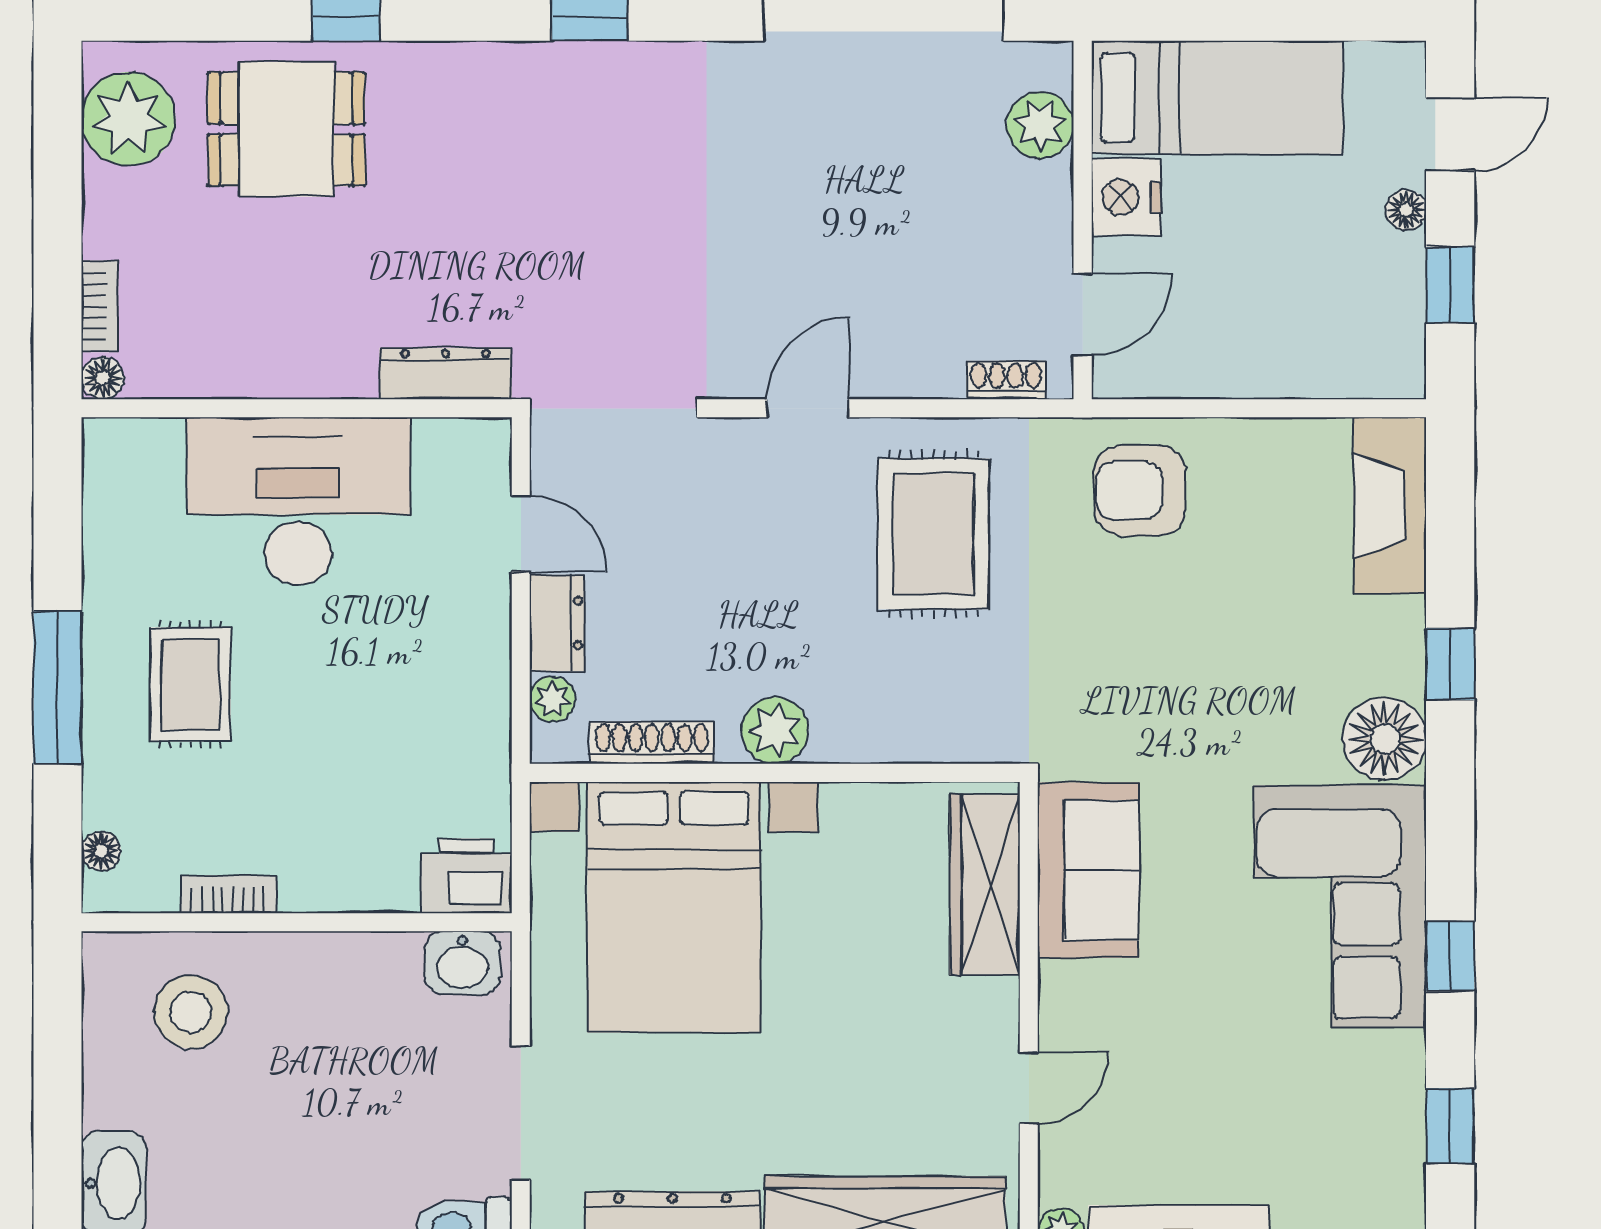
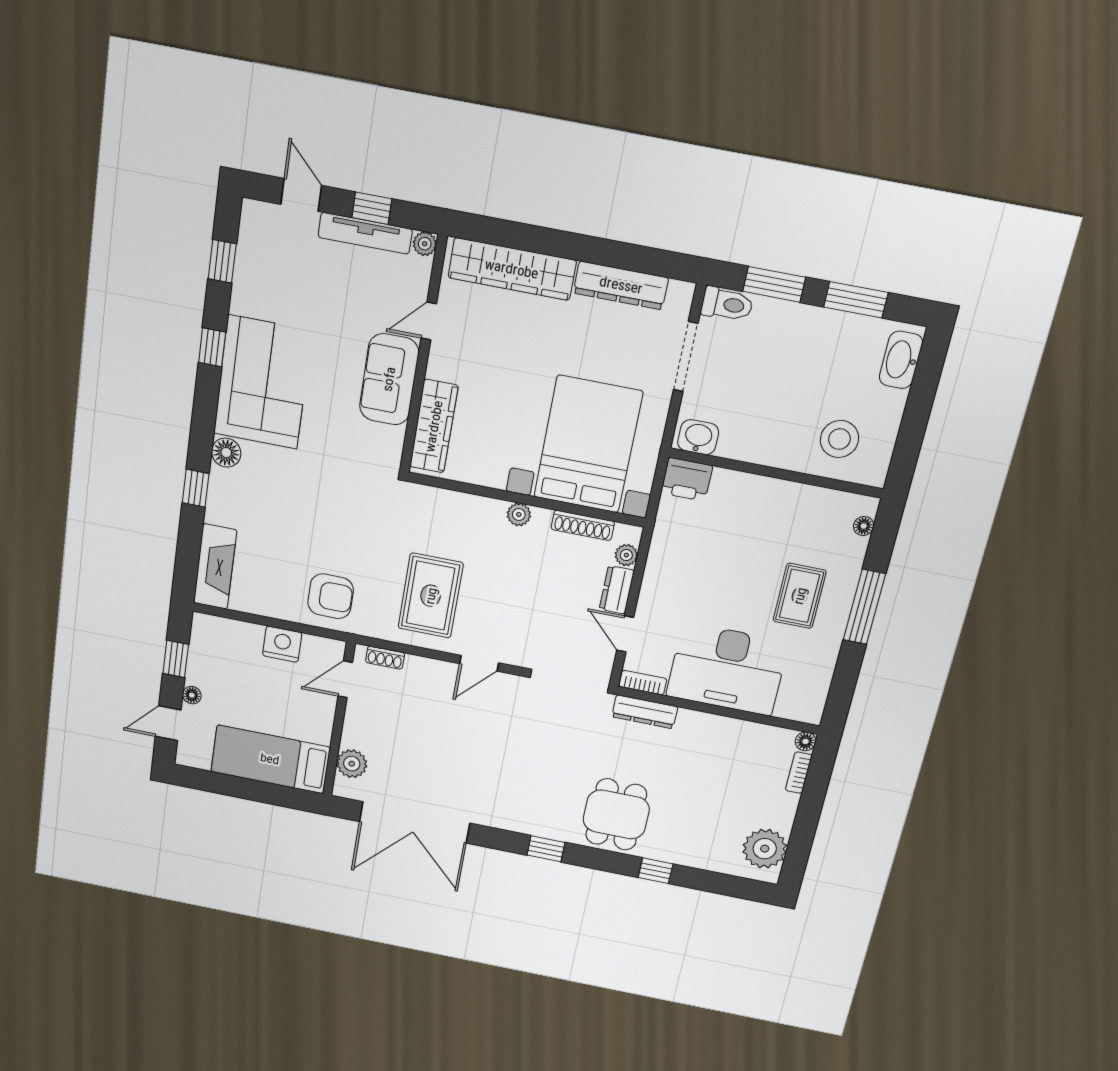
dining table: (286, 129) -> (616, 814), moved, turned 90
nightstand: (1126, 197) -> (282, 644), moved, turned -90
plant: (775, 730) -> (519, 514), width x0.73, depth x0.73
floor lamp: (1385, 739) -> (226, 453), width x0.73, depth x0.73
sofa: (1088, 870) -> (389, 379), moved
bookcase: (228, 894) -> (643, 683), moved, turned 180

